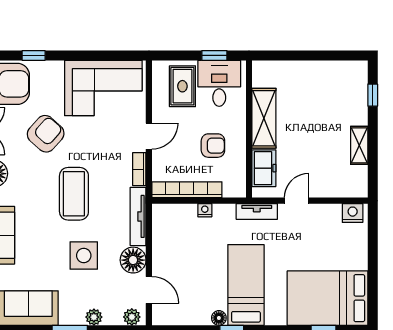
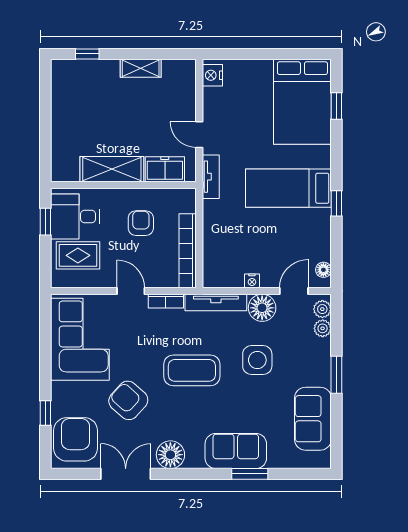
nightstand: (205, 210) -> (252, 281), moved, turned -90
plant: (94, 317) -> (323, 328), moved
floor lamp: (219, 318) -> (323, 270), moved

